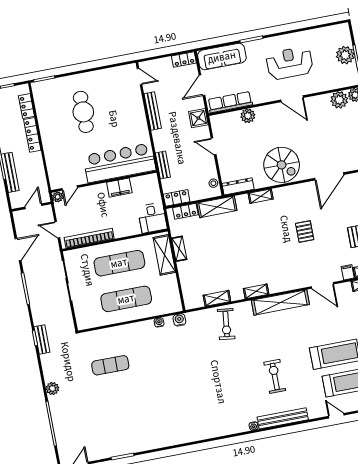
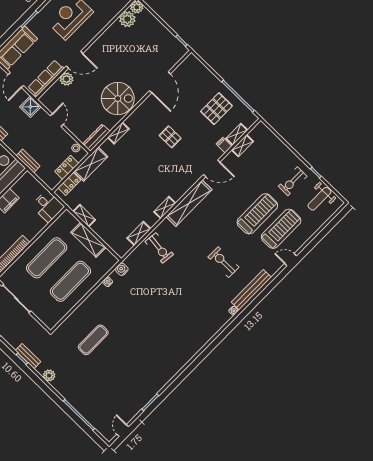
door: (292, 99) -> (75, 60), moved
door: (214, 146) -> (57, 120), swing flipped
locker: (177, 198) -> (67, 167), moved
shelving: (164, 255) -> (88, 240), moved
plant: (52, 388) -> (49, 375), moved

